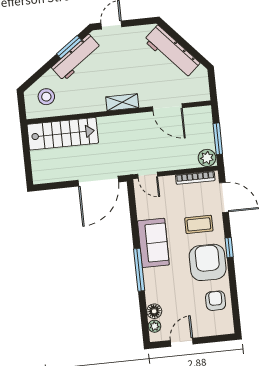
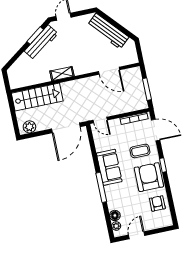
stool: (46, 97) -> (23, 72), removed
shelving: (122, 102) -> (62, 74), moved
plant: (207, 158) -> (29, 127), moved

